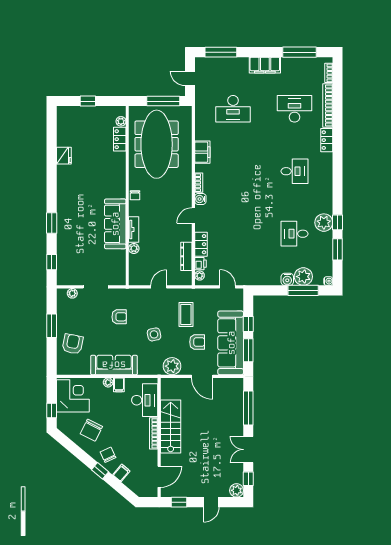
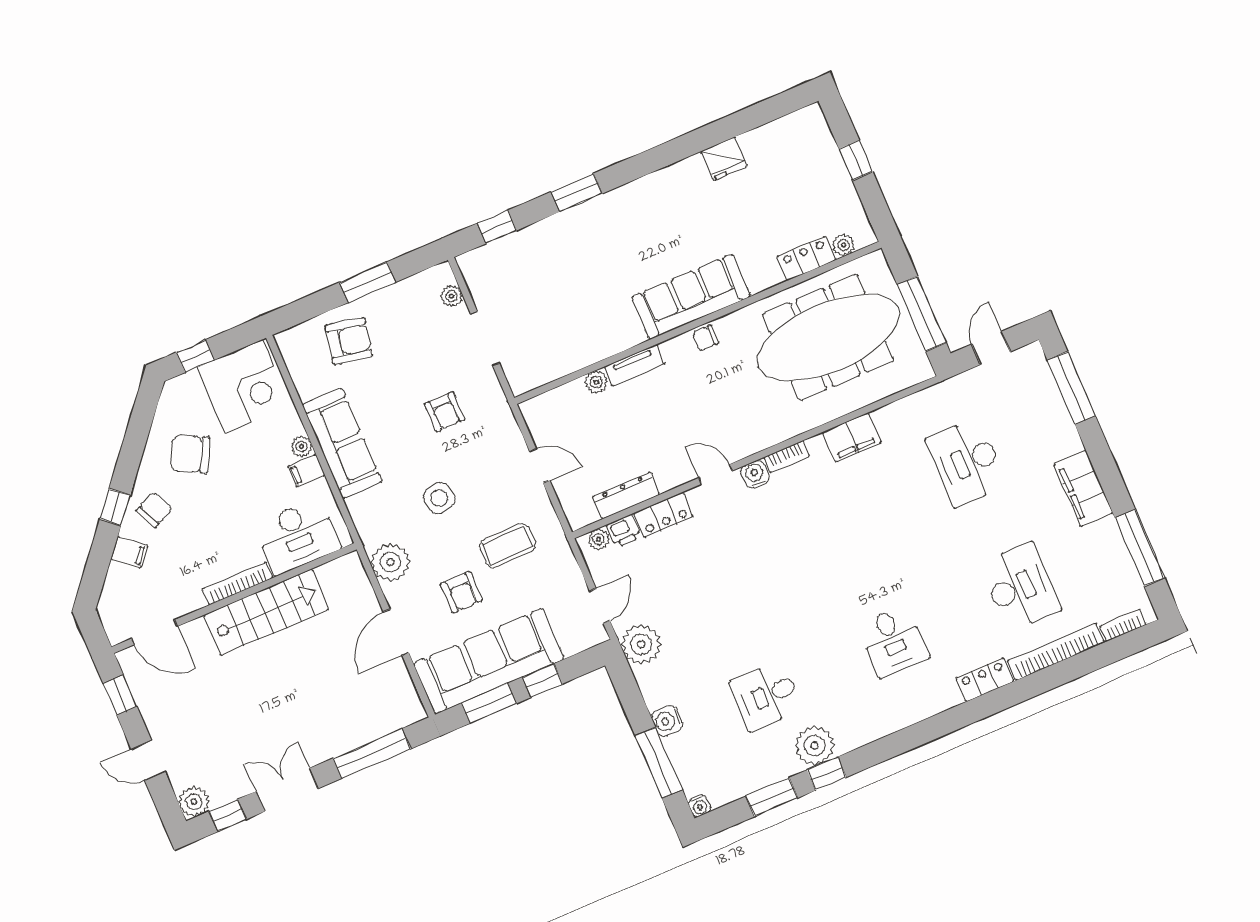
sofa: (115, 224) -> (691, 297), moved
desk: (294, 234) -> (766, 696), turned -90
plant: (303, 277) -> (641, 644), moved

